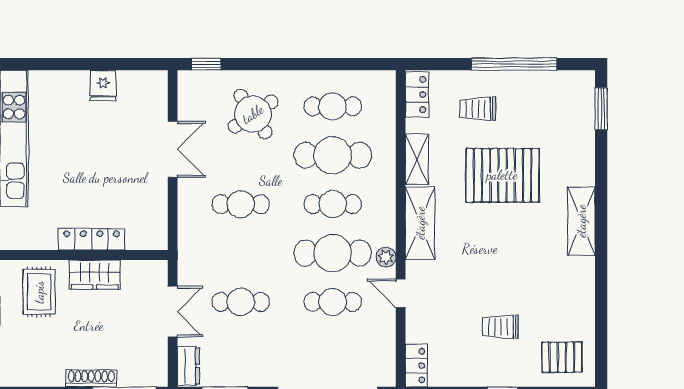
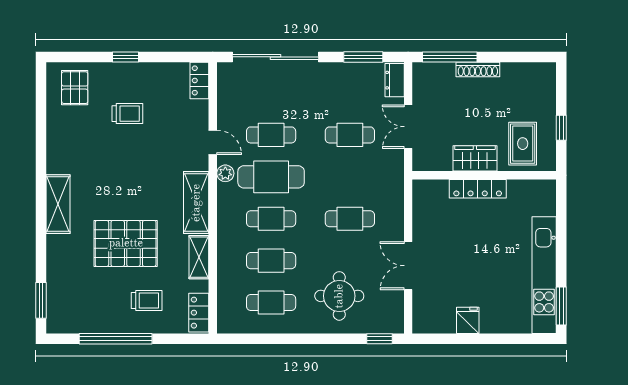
round table: (253, 114) -> (339, 296), turned 34
cafe table: (333, 155) -> (271, 261), width x0.73, depth x0.74
pallet: (562, 357) -> (75, 88), turned 90

